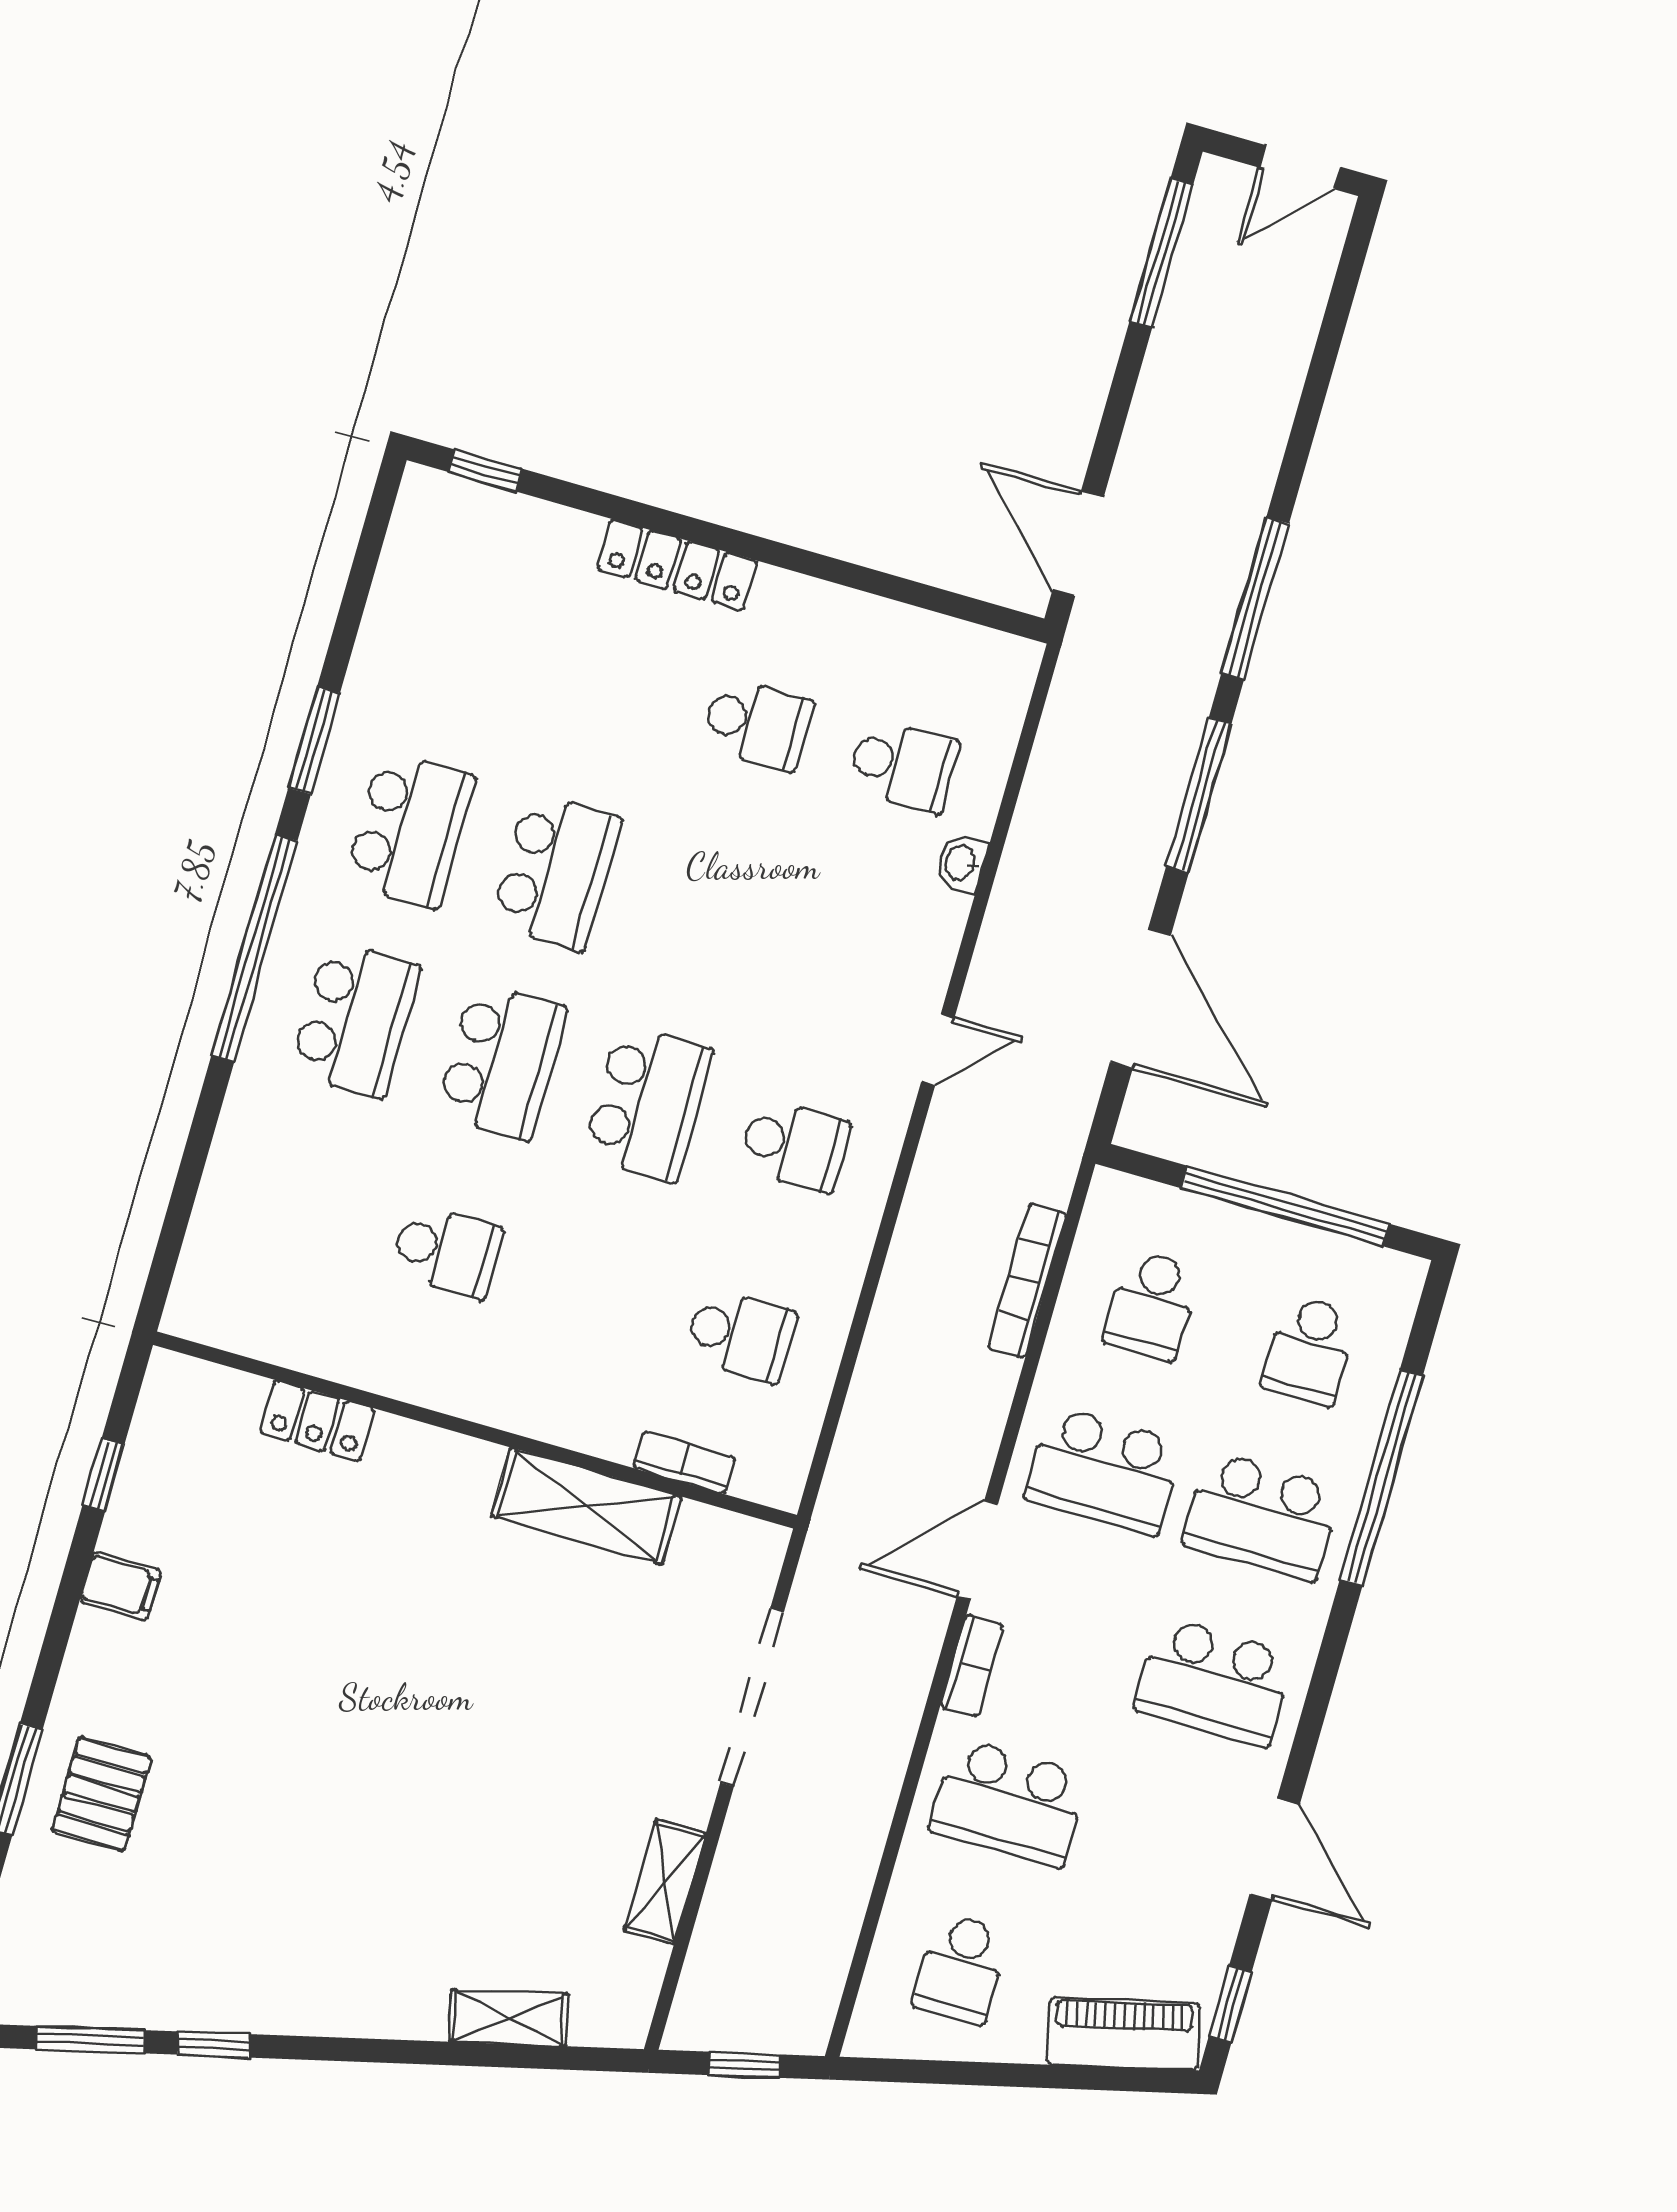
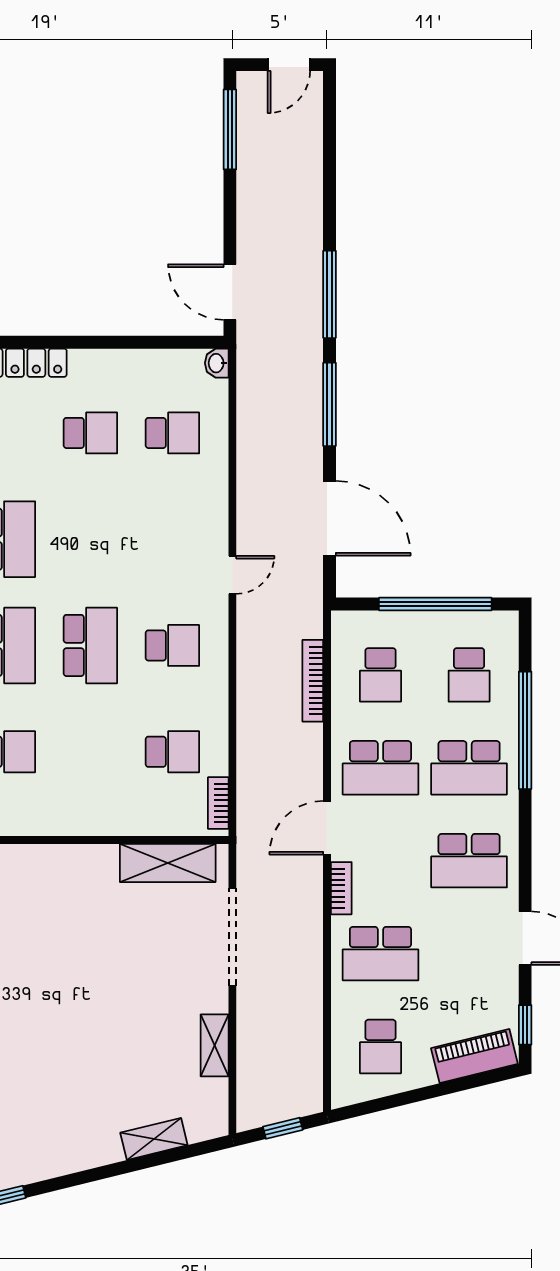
washbasin: (961, 863) -> (217, 363), moved
bookcase: (684, 1463) -> (218, 803), moved, turned -90
shelving: (586, 1506) -> (168, 863), moved

